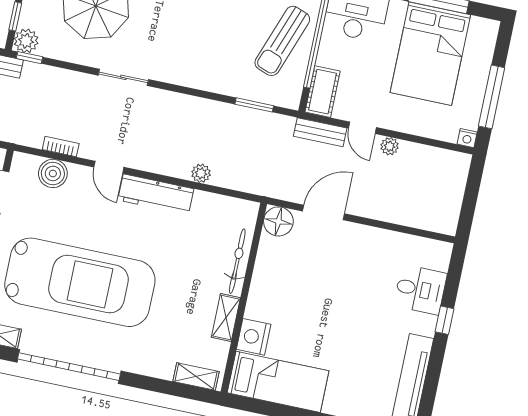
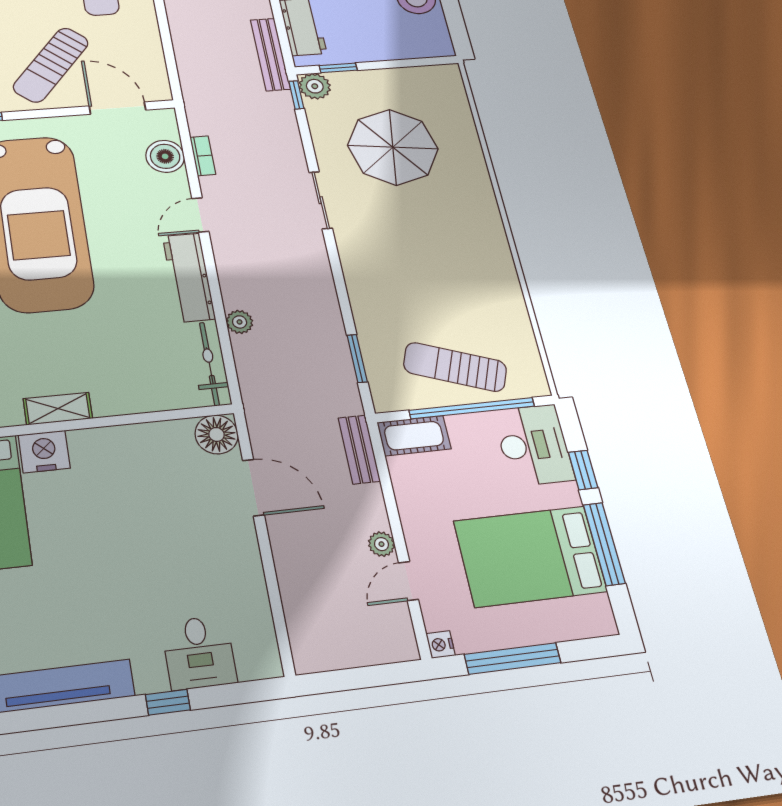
door: (362, 128) -> (408, 581), moved
bicycle: (237, 261) -> (209, 364), moved, turned -90

